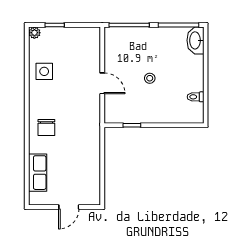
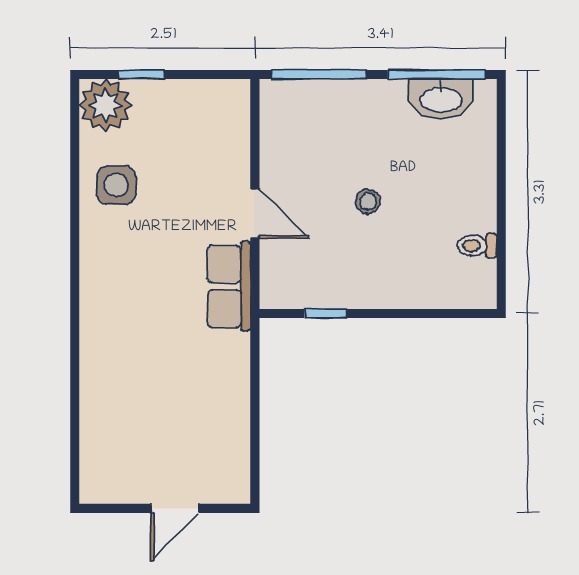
plant: (34, 33) -> (105, 105), width x1.88, depth x1.88
washbasin: (195, 40) -> (441, 99), moved, turned -90
chair: (46, 128) -> (121, 319), removed
row of seats: (38, 173) -> (229, 286), moved, turned 180

